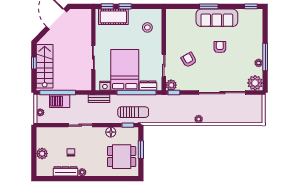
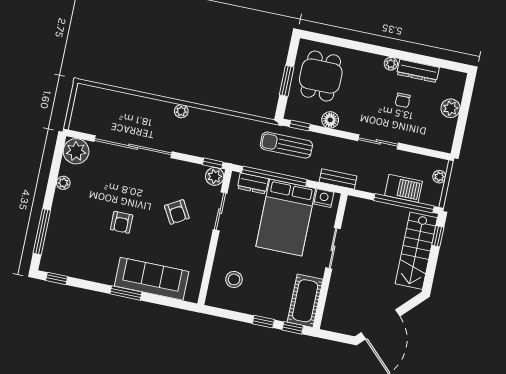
cot: (113, 17) -> (305, 301), moved, turned 90
sofa: (217, 18) -> (152, 279), moved
window: (265, 57) -> (42, 232), moved
window: (34, 63) -> (438, 236), moved
dining table: (122, 157) -> (321, 76), turned 90

